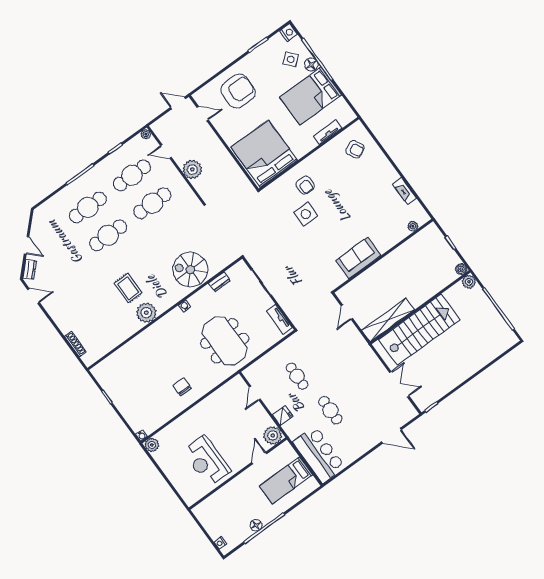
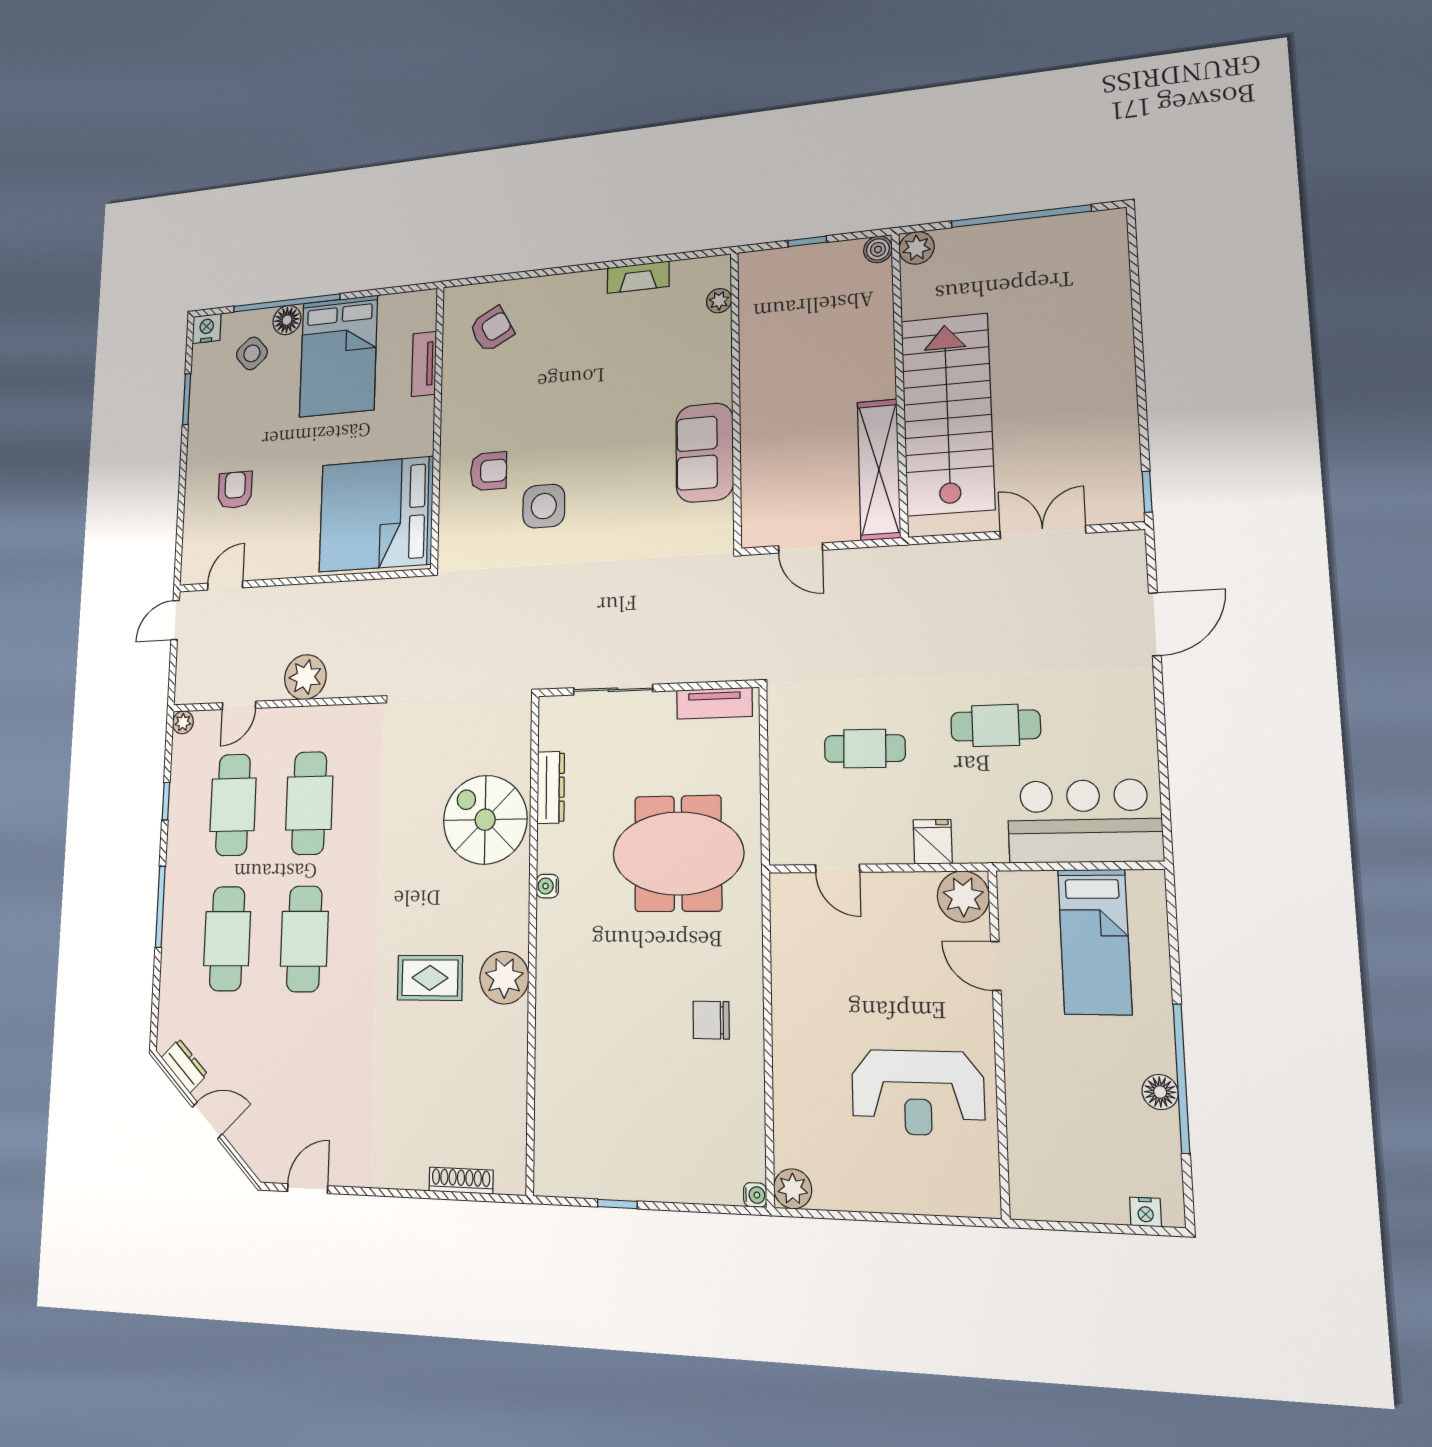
armchair: (238, 91) -> (235, 490), width x0.53, depth x0.53
dresser: (30, 269) -> (184, 1066), moved
spiral stairs: (190, 270) -> (485, 820), turned 90
dresser: (219, 282) -> (551, 787), width x1.44

